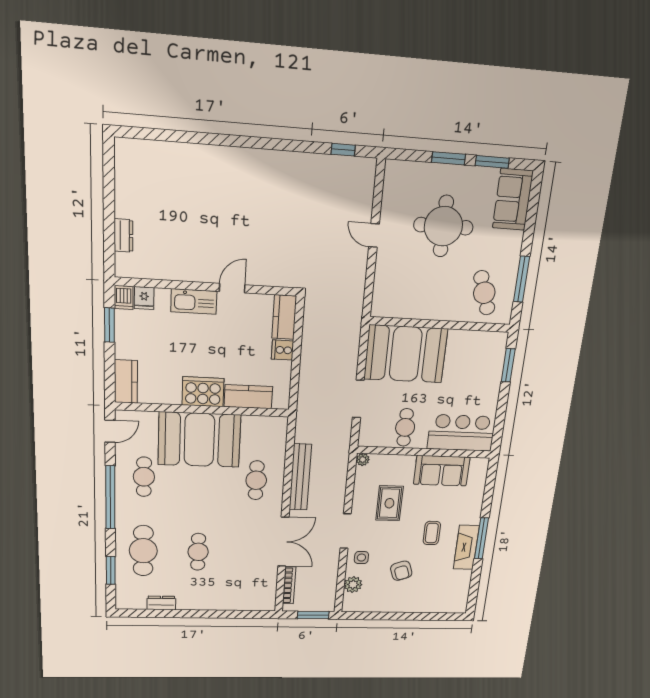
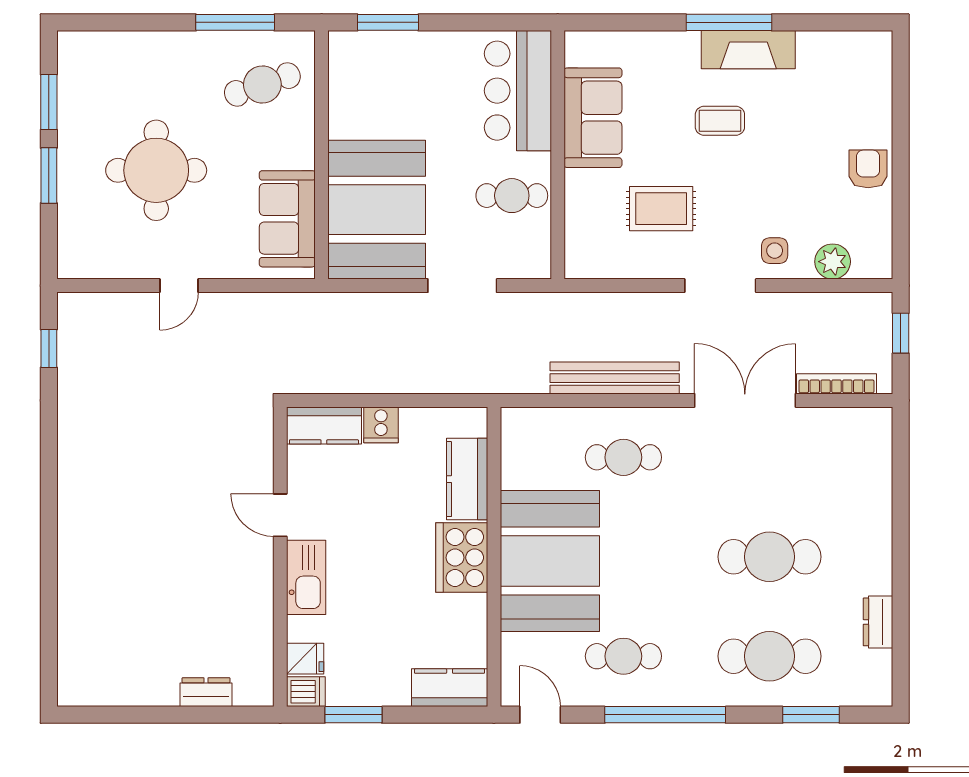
sofa: (513, 199) -> (287, 219), moved, turned 90
plant: (363, 460) -> (576, 267), removed
cafe table: (198, 552) -> (770, 557), width x1.37, depth x1.35
armchair: (401, 571) -> (868, 169), moved, turned -71
window: (313, 615) -> (901, 333), width x0.67

